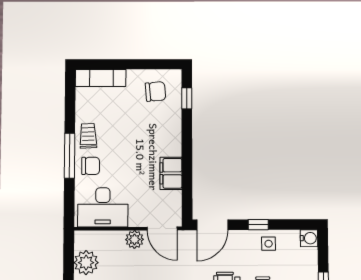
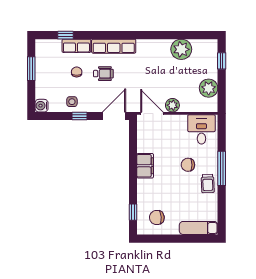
chair: (91, 166) -> (188, 165), moved
filing cabinet: (171, 173) -> (145, 166), moved
desk: (103, 207) -> (201, 129), width x0.73

